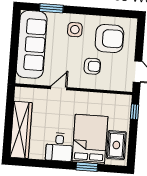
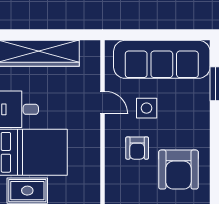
side table: (75, 30) -> (147, 108), moved

